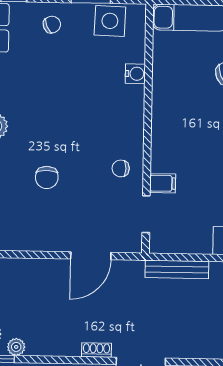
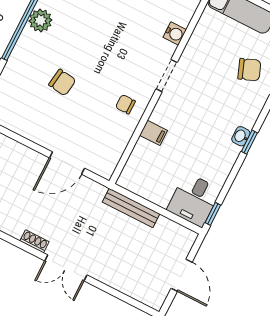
chair: (47, 177) -> (62, 82), turned -82
doorway: (146, 214) -> (167, 76), moved

